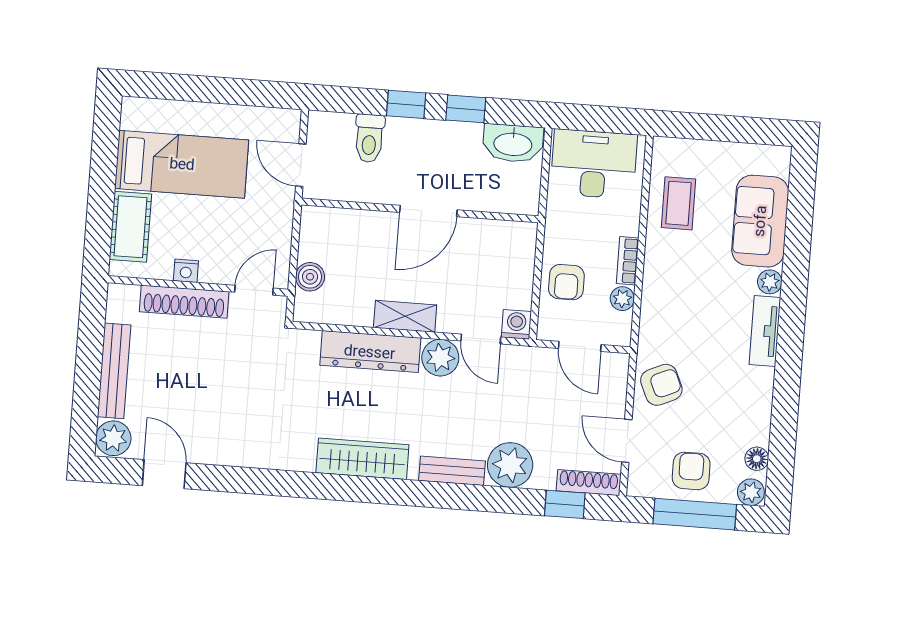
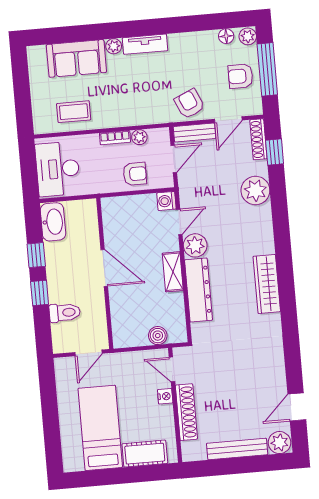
nightstand: (186, 271) -> (165, 396), moved
bench: (452, 471) -> (195, 133), moved, turned 90

